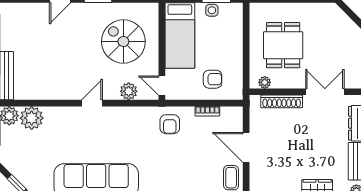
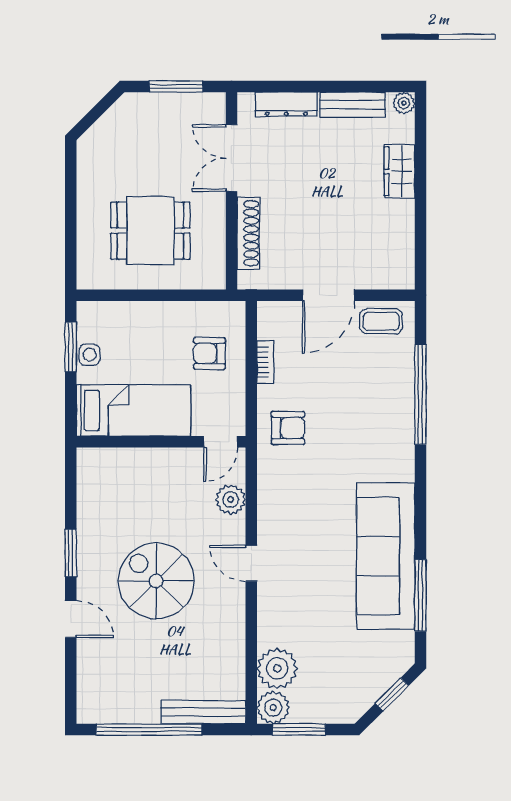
spiral stairs: (123, 41) -> (156, 581), moved, turned 90
armchair: (213, 79) -> (210, 353), turned -90
plant: (265, 82) -> (215, 263), removed

